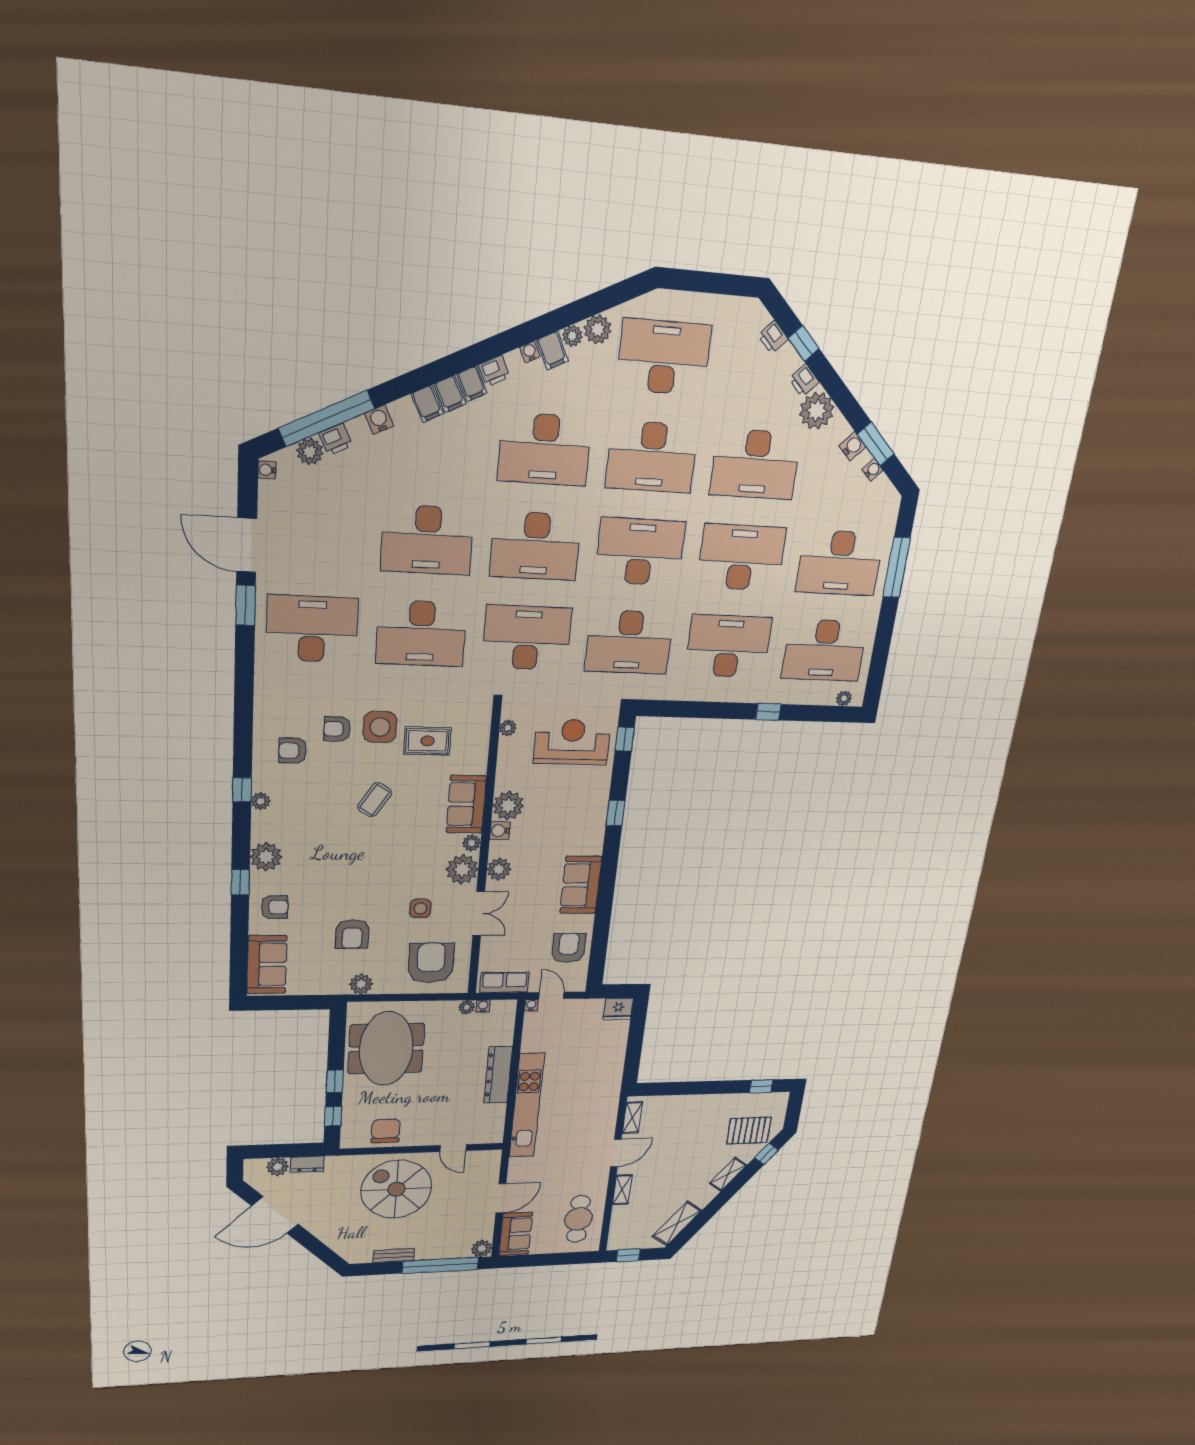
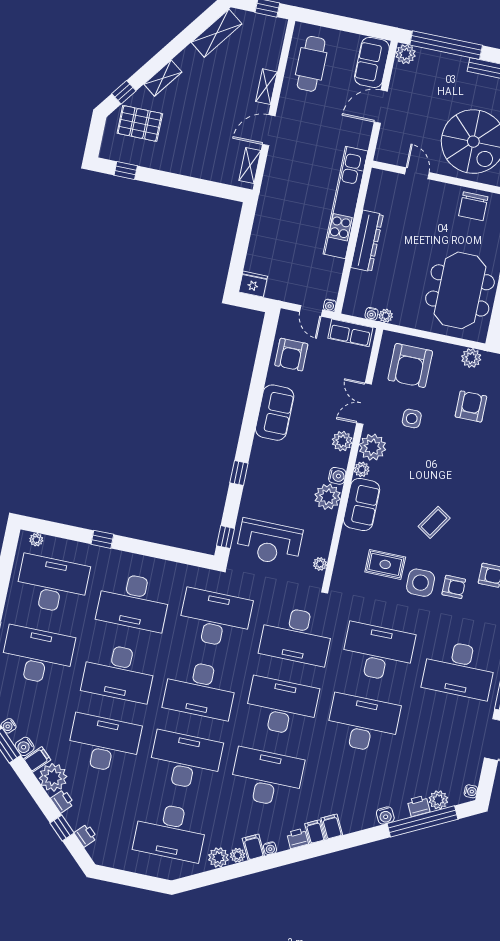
filing cabinet: (427, 404) -> (37, 759), moved, turned 71

